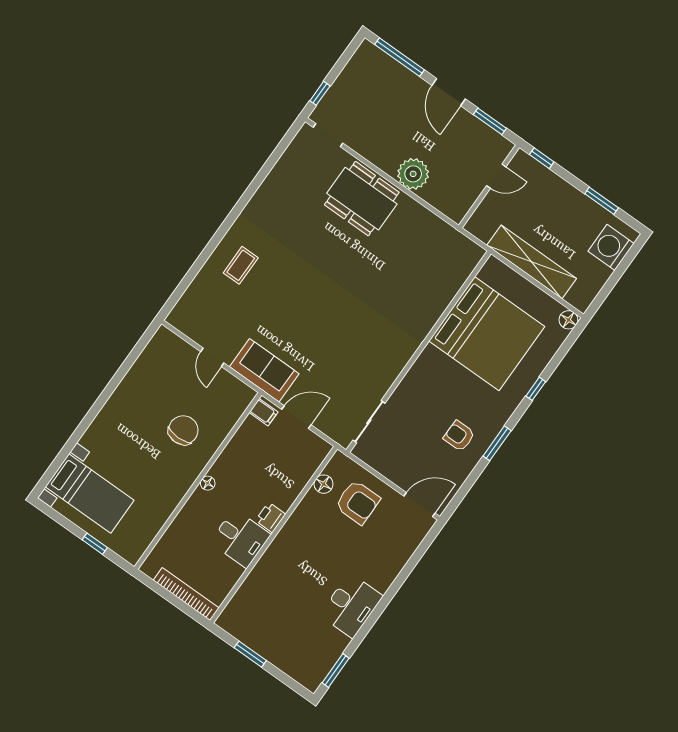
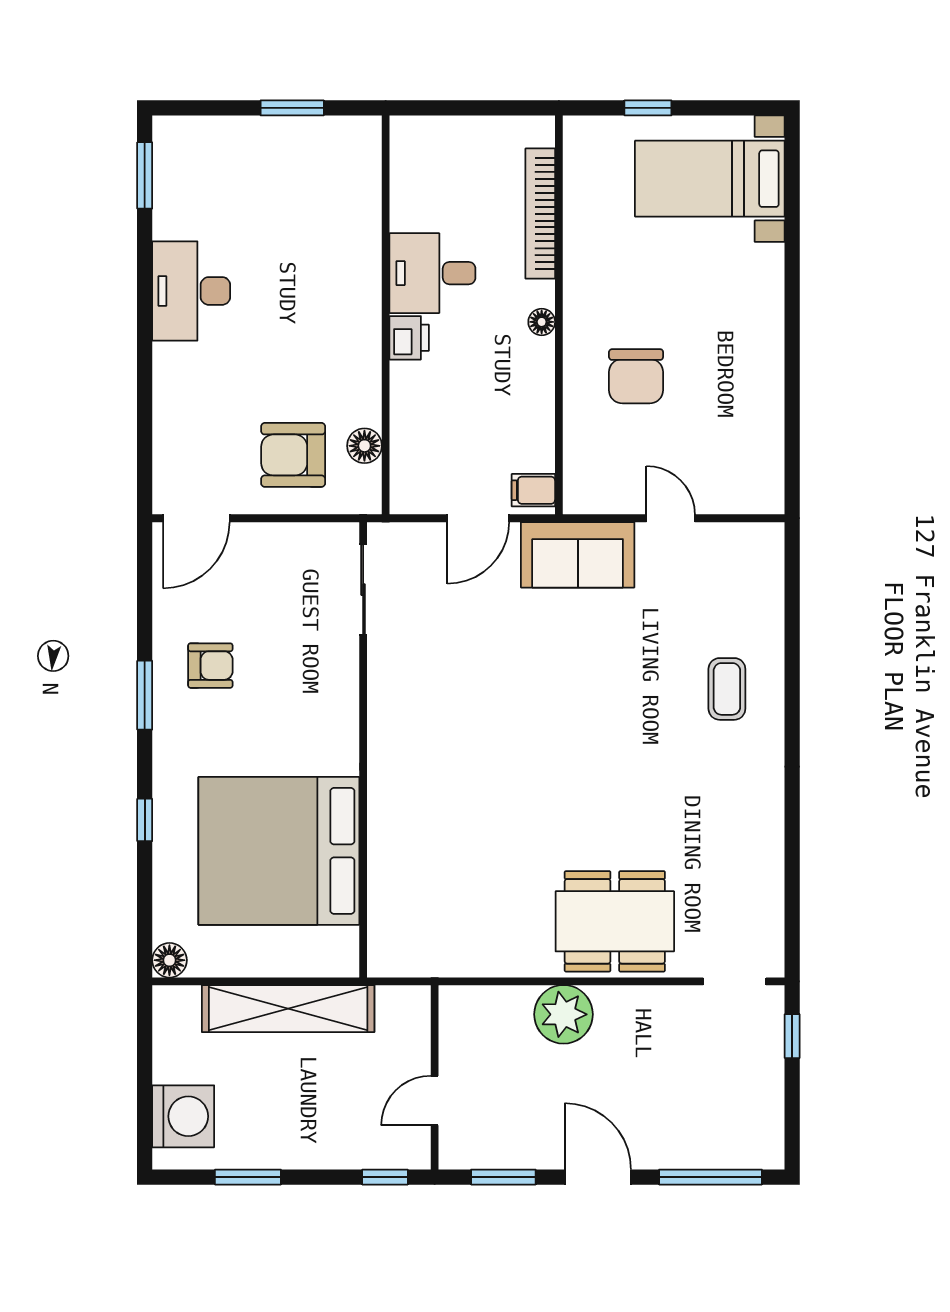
bookcase: (186, 594) -> (540, 214), moved, turned 90

